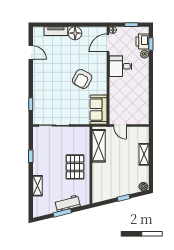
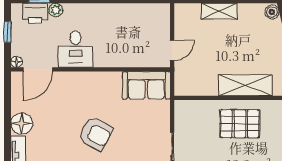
door: (108, 43) -> (38, 69), hinge flipped
armchair: (82, 79) -> (95, 134), moved
shelving: (99, 146) -> (245, 85), moved

